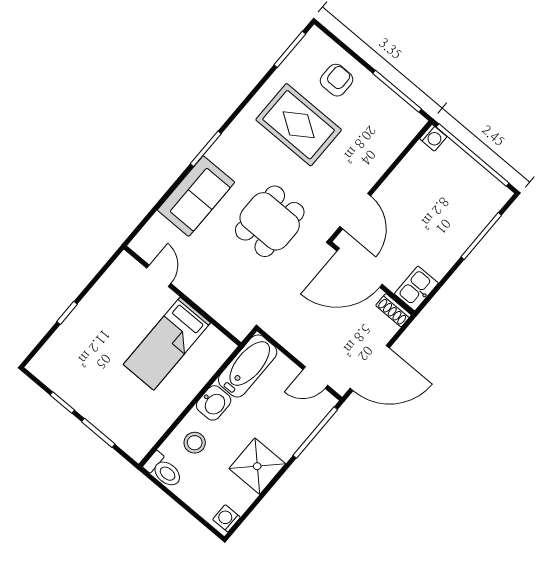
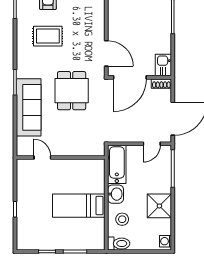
rug: (299, 125) -> (48, 36), width x0.73, depth x0.70
sofa: (196, 196) -> (29, 107), width x1.36
bed: (167, 344) -> (79, 206), moved, turned 90

